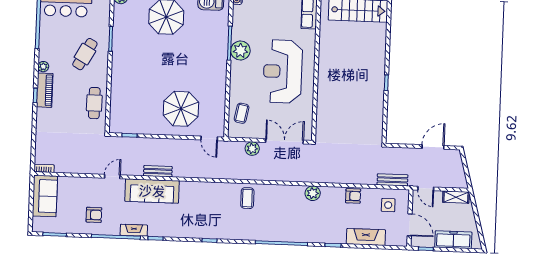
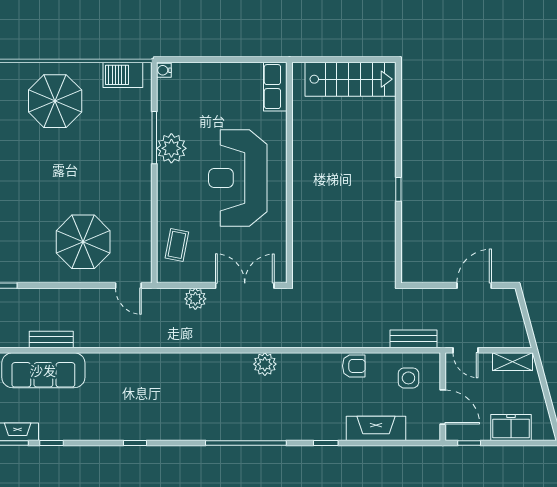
plant: (313, 193) -> (265, 364), moved
coffee table: (247, 198) -> (191, 375), removed
freezer: (453, 240) -> (511, 428), width x0.71

